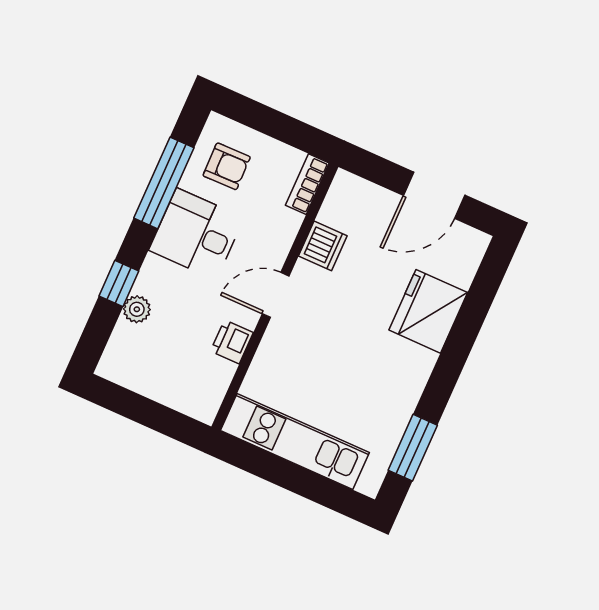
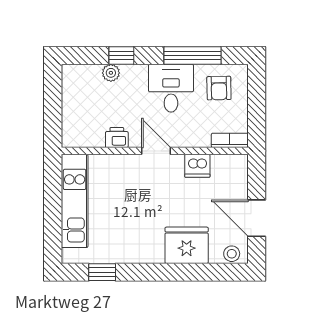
stool: (469, 253) -> (232, 254), added
window: (413, 448) -> (102, 272), width x0.67

